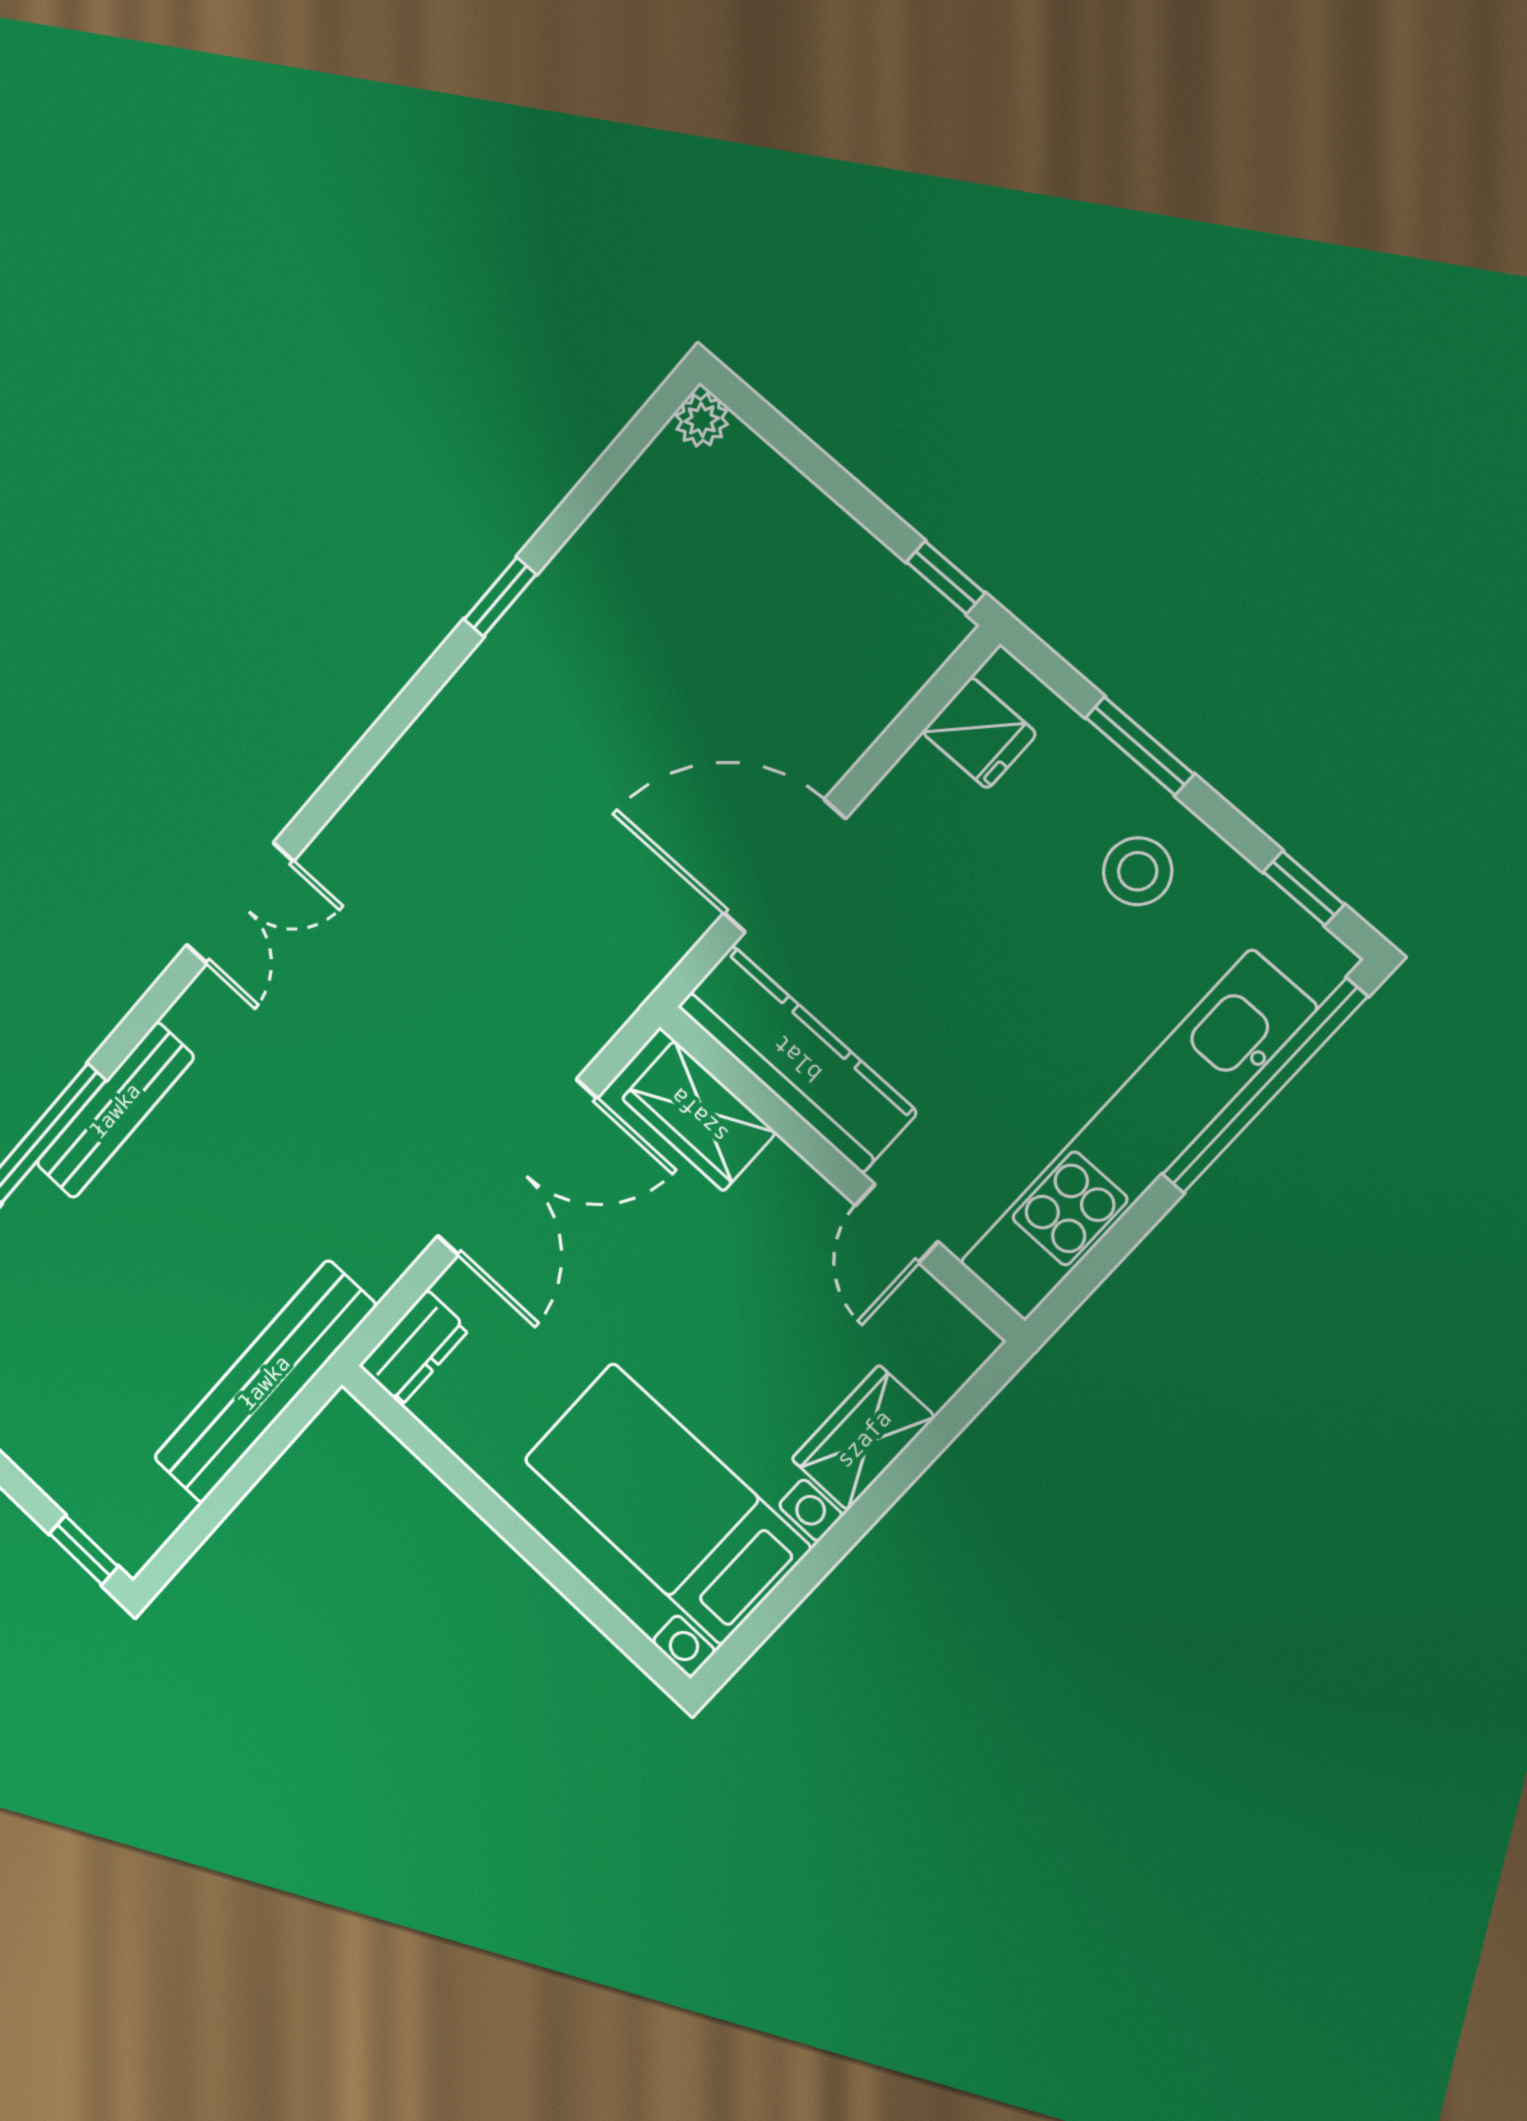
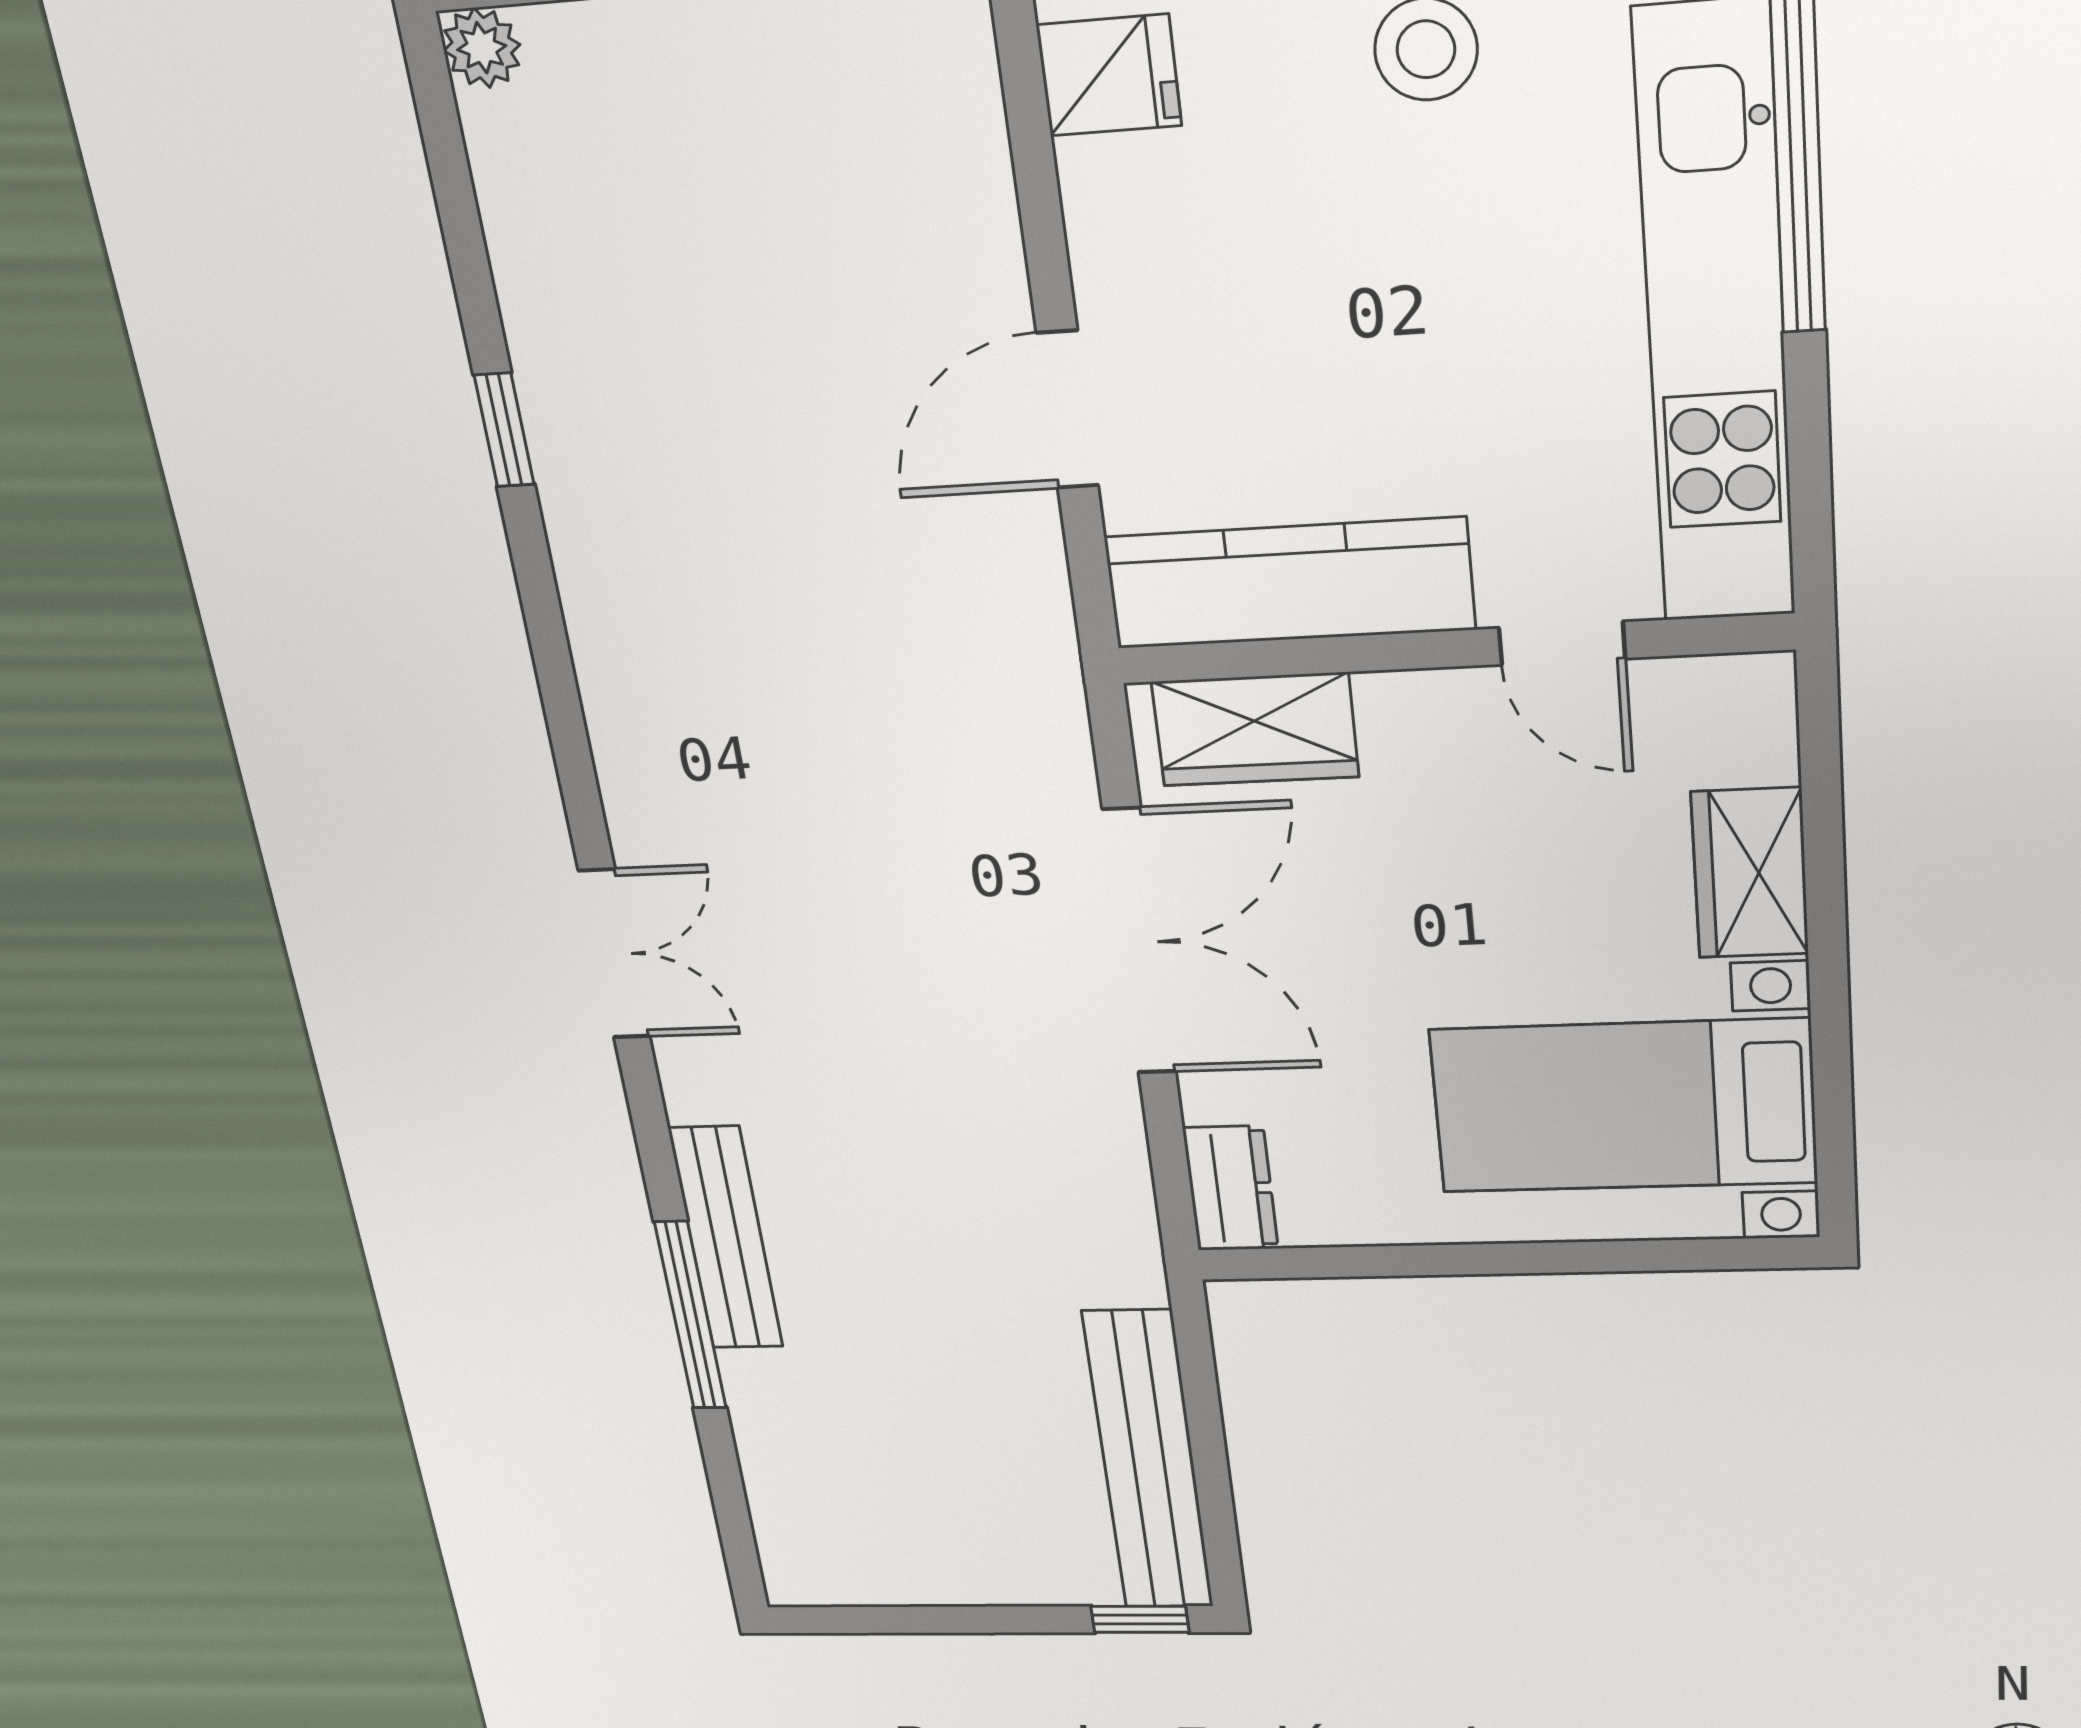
door: (784, 866) -> (1068, 410), width x0.73
bench: (264, 1382) -> (1149, 1461), moved

